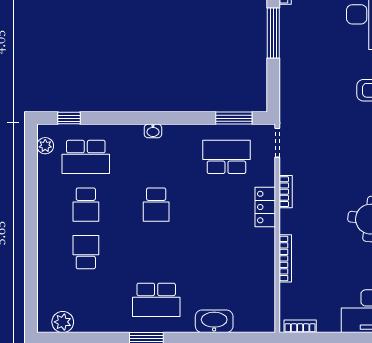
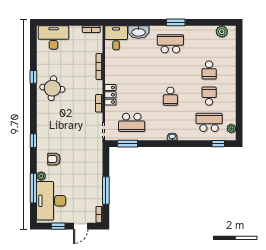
school desk: (156, 205) -> (170, 96), turned 180
desk: (255, 311) -> (116, 38), added

